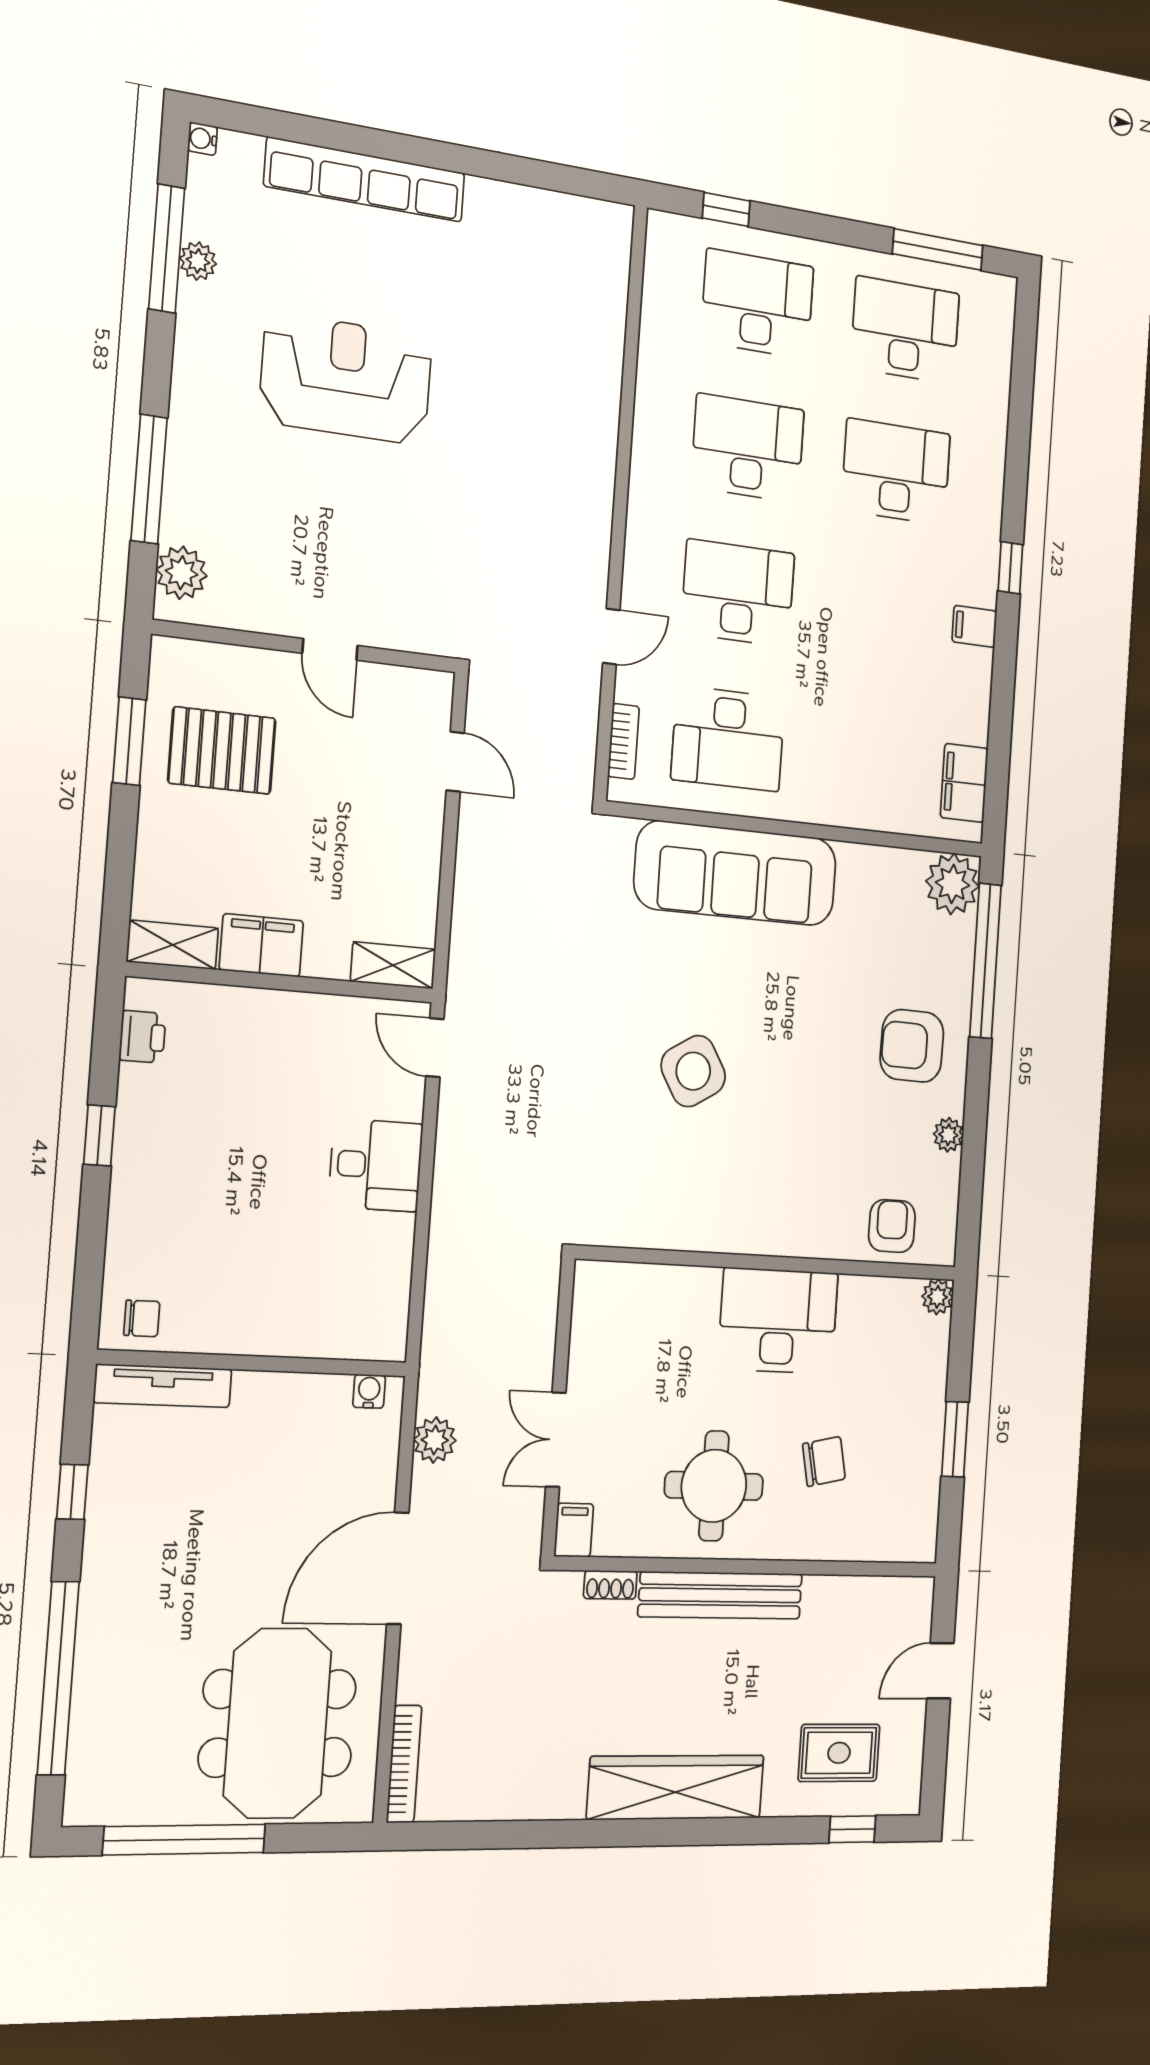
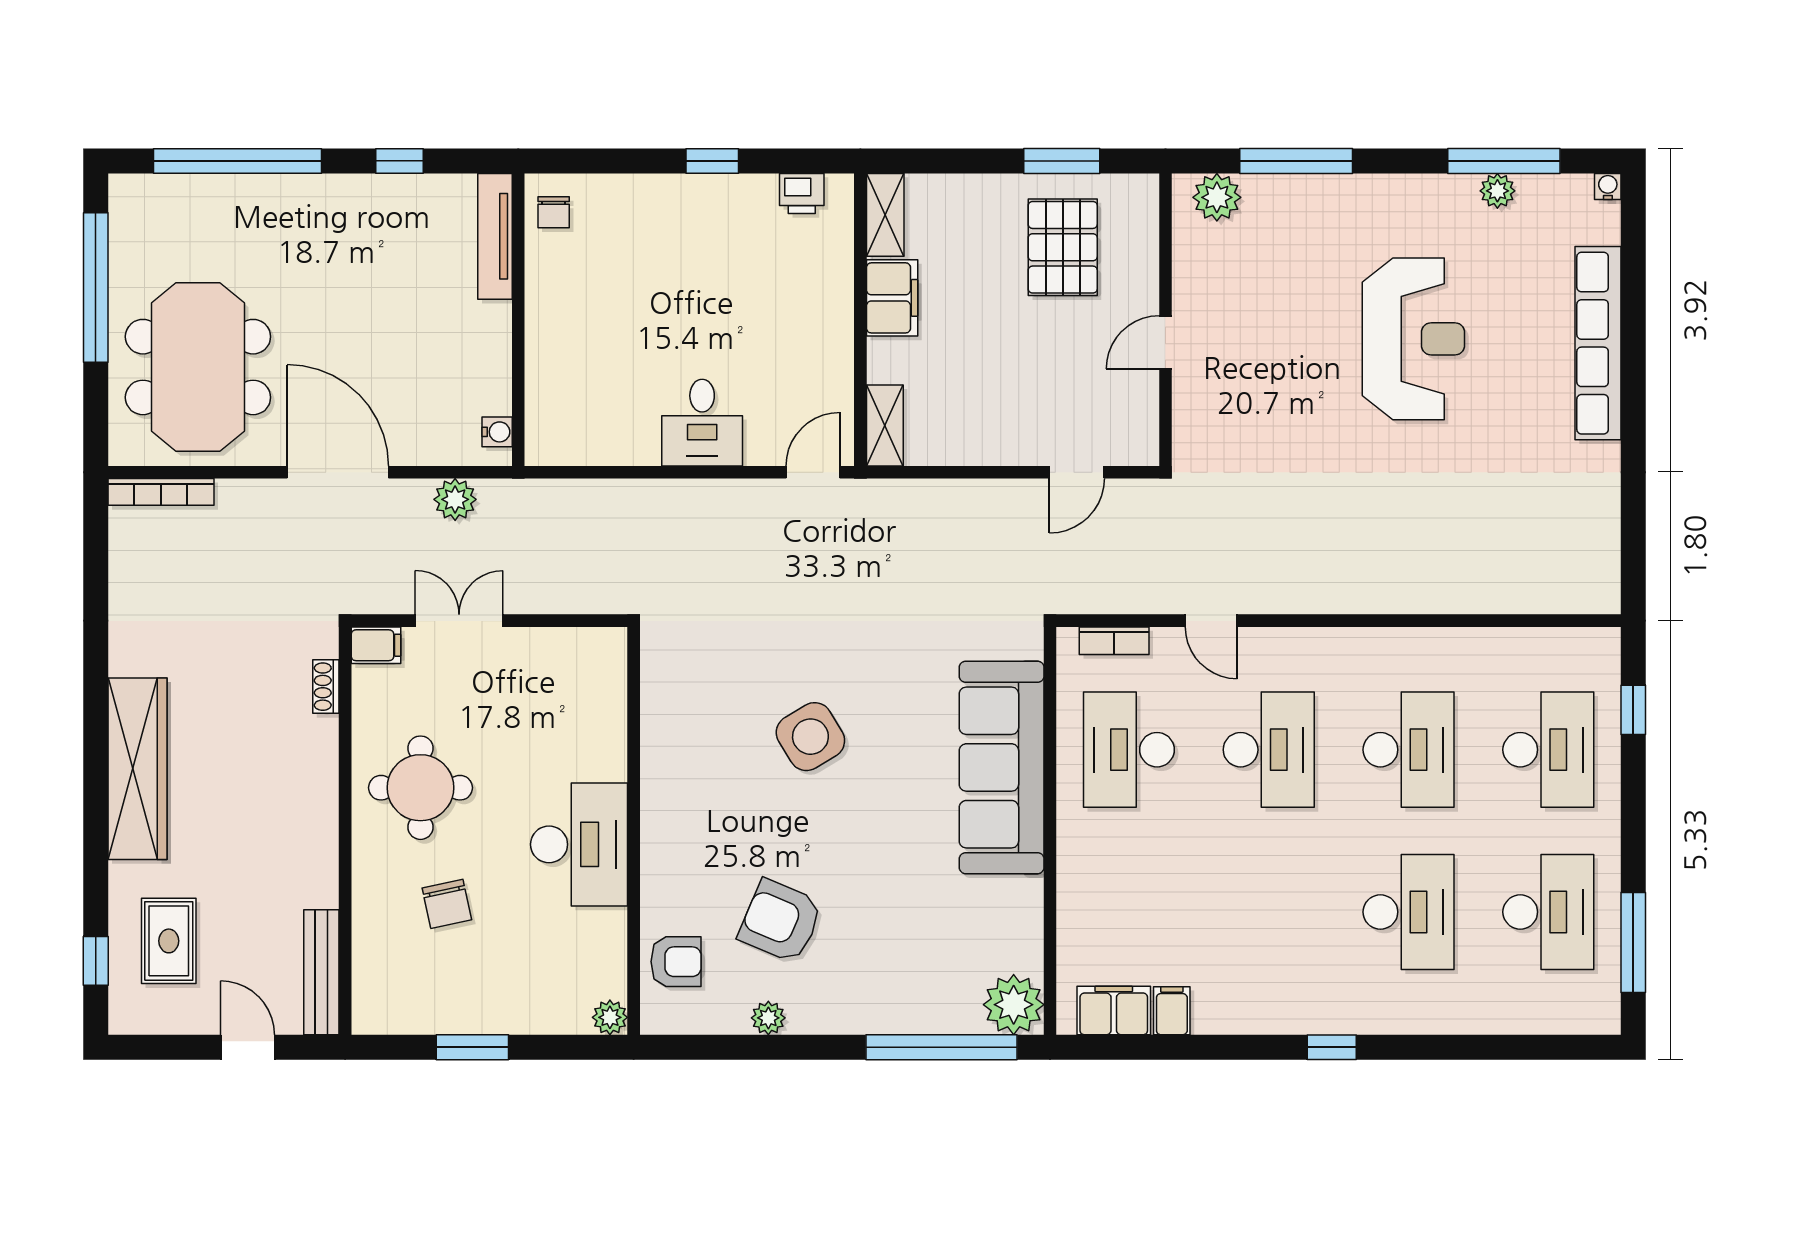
filing cabinet: (974, 626) -> (1172, 1011), moved
armchair: (912, 1046) -> (781, 921), moved, turned -68
bench: (721, 1595) -> (321, 972), moved, width x0.73, depth x0.82
meeting table: (278, 1723) -> (198, 367), turned 90

